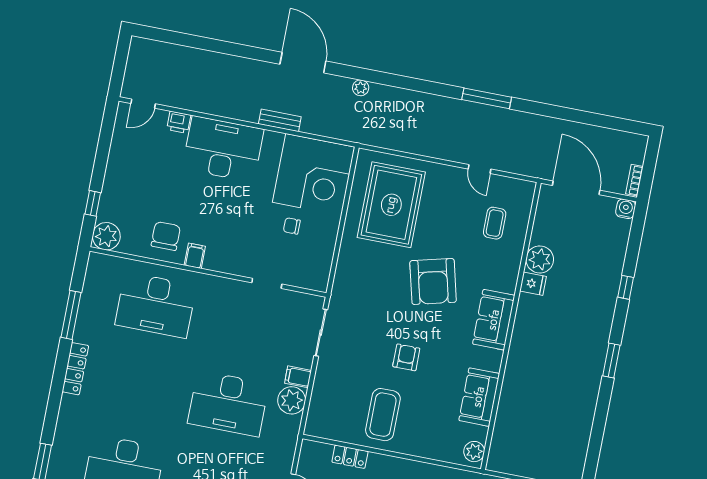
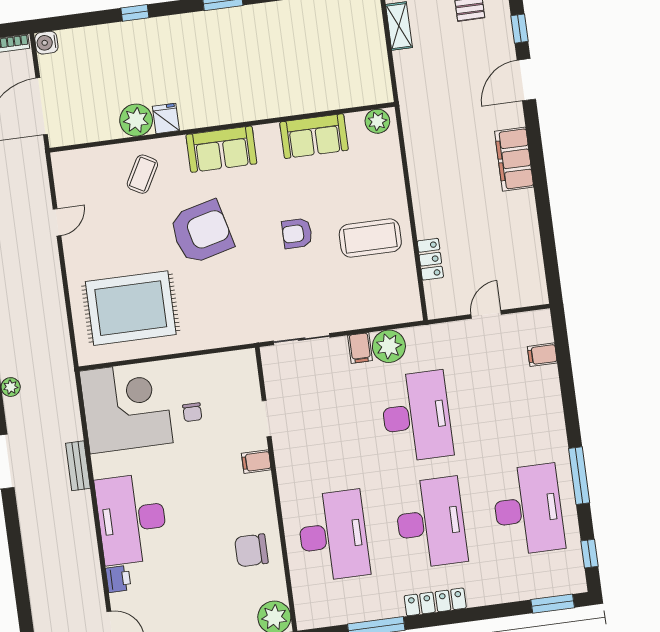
coffee table: (495, 223) -> (142, 174), moved, turned -61
filing cabinet: (195, 256) -> (256, 462), moved
desk: (140, 386) -> (431, 523), added

